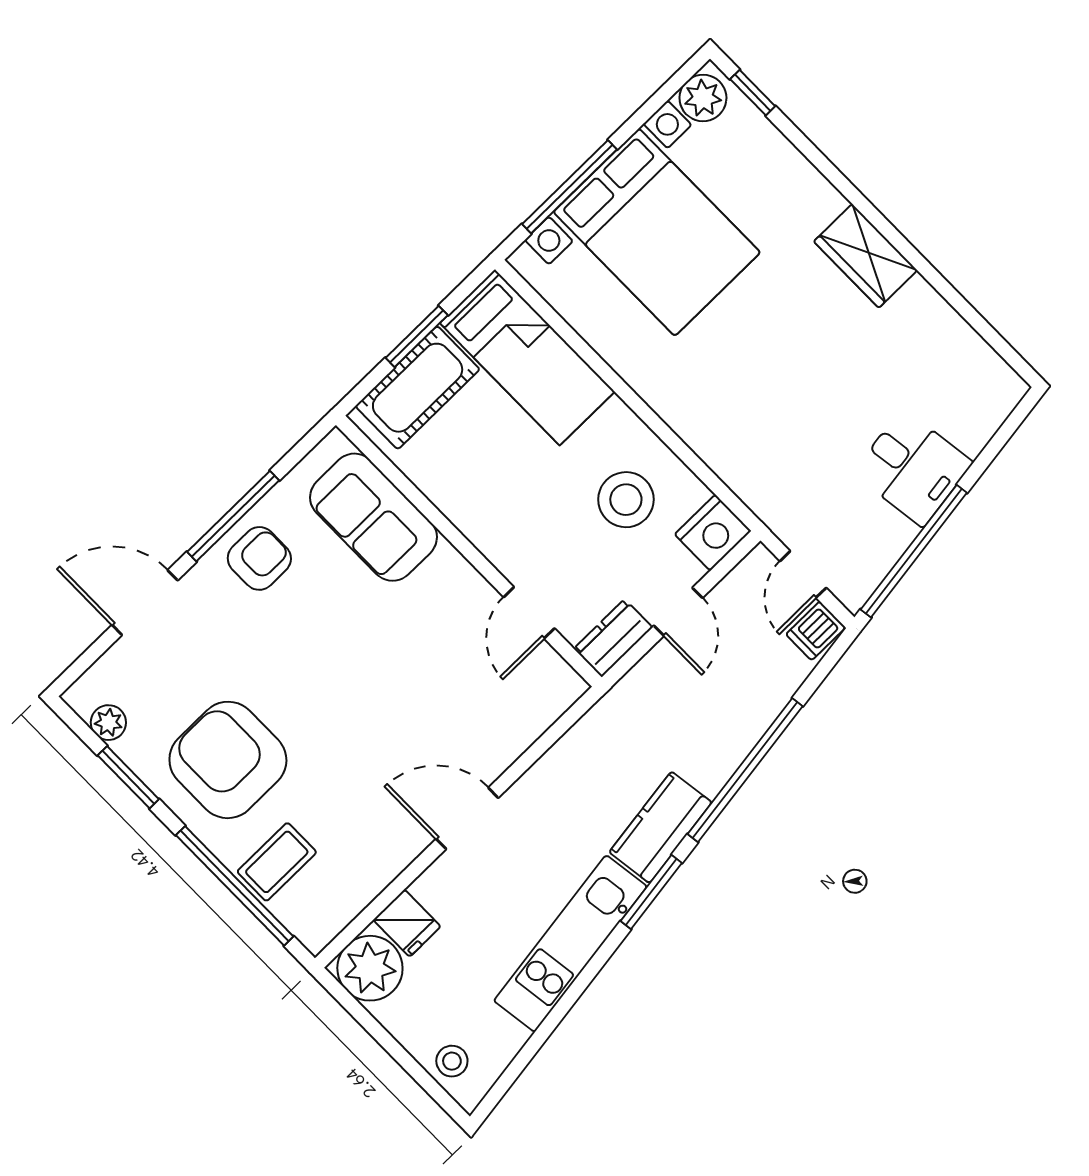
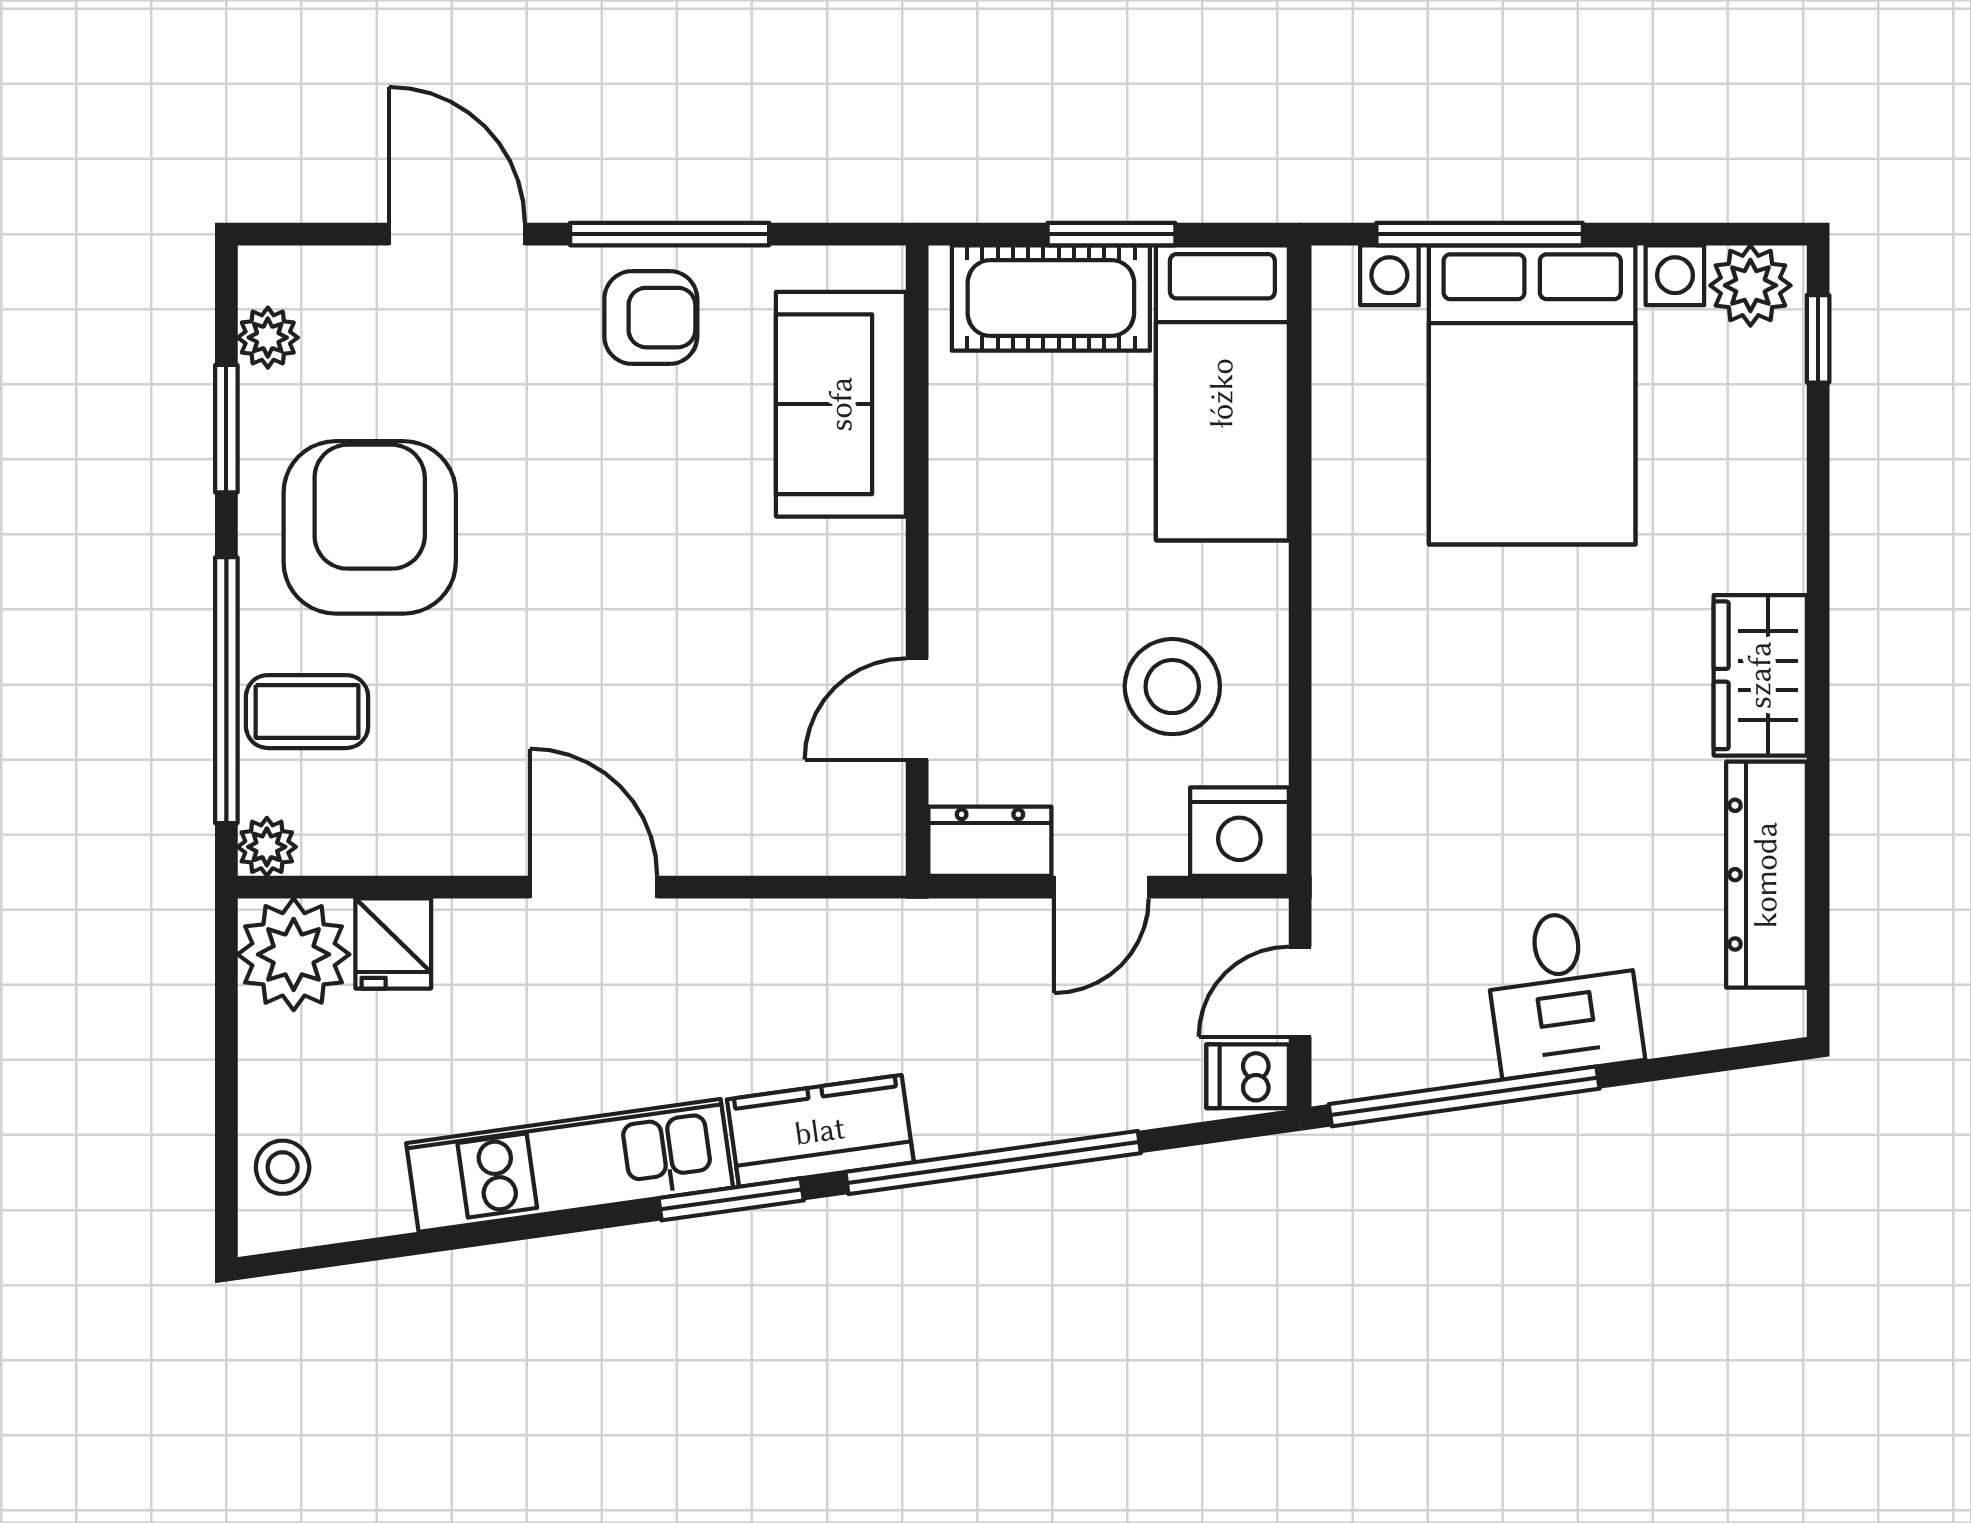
dresser: (949, 336) -> (1766, 875), added
plant: (315, 934) -> (267, 847), added

